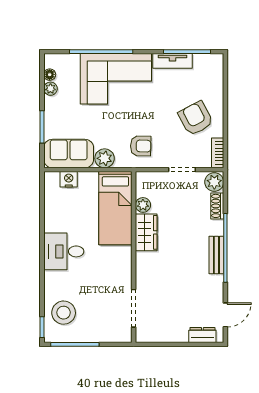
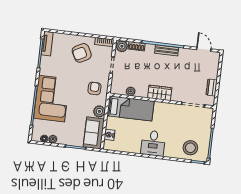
tv unit: (172, 61) -> (47, 44), moved
wardrobe: (146, 232) -> (160, 93), moved
dresser: (202, 335) -> (212, 87), moved

